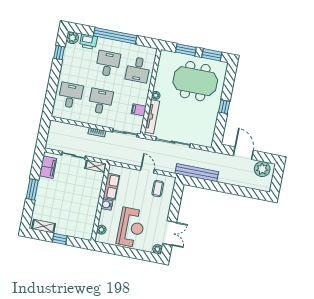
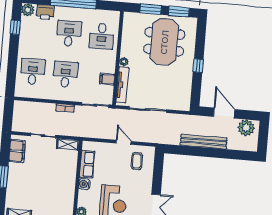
meeting table: (195, 81) -> (164, 42), turned 90
bench: (197, 173) -> (204, 142), moved

